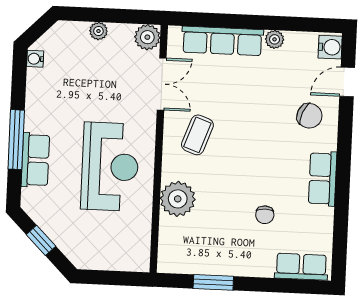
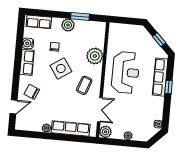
water cooler: (330, 47) -> (28, 43), moved
double door: (162, 84) -> (100, 110), swing flipped
window: (16, 140) -> (169, 87), width x0.46
row of seats: (35, 160) -> (160, 77), width x1.48
reception desk: (110, 167) -> (126, 72), turned 180
side table: (249, 169) -> (61, 68), added
plant: (238, 263) -> (68, 25), added

